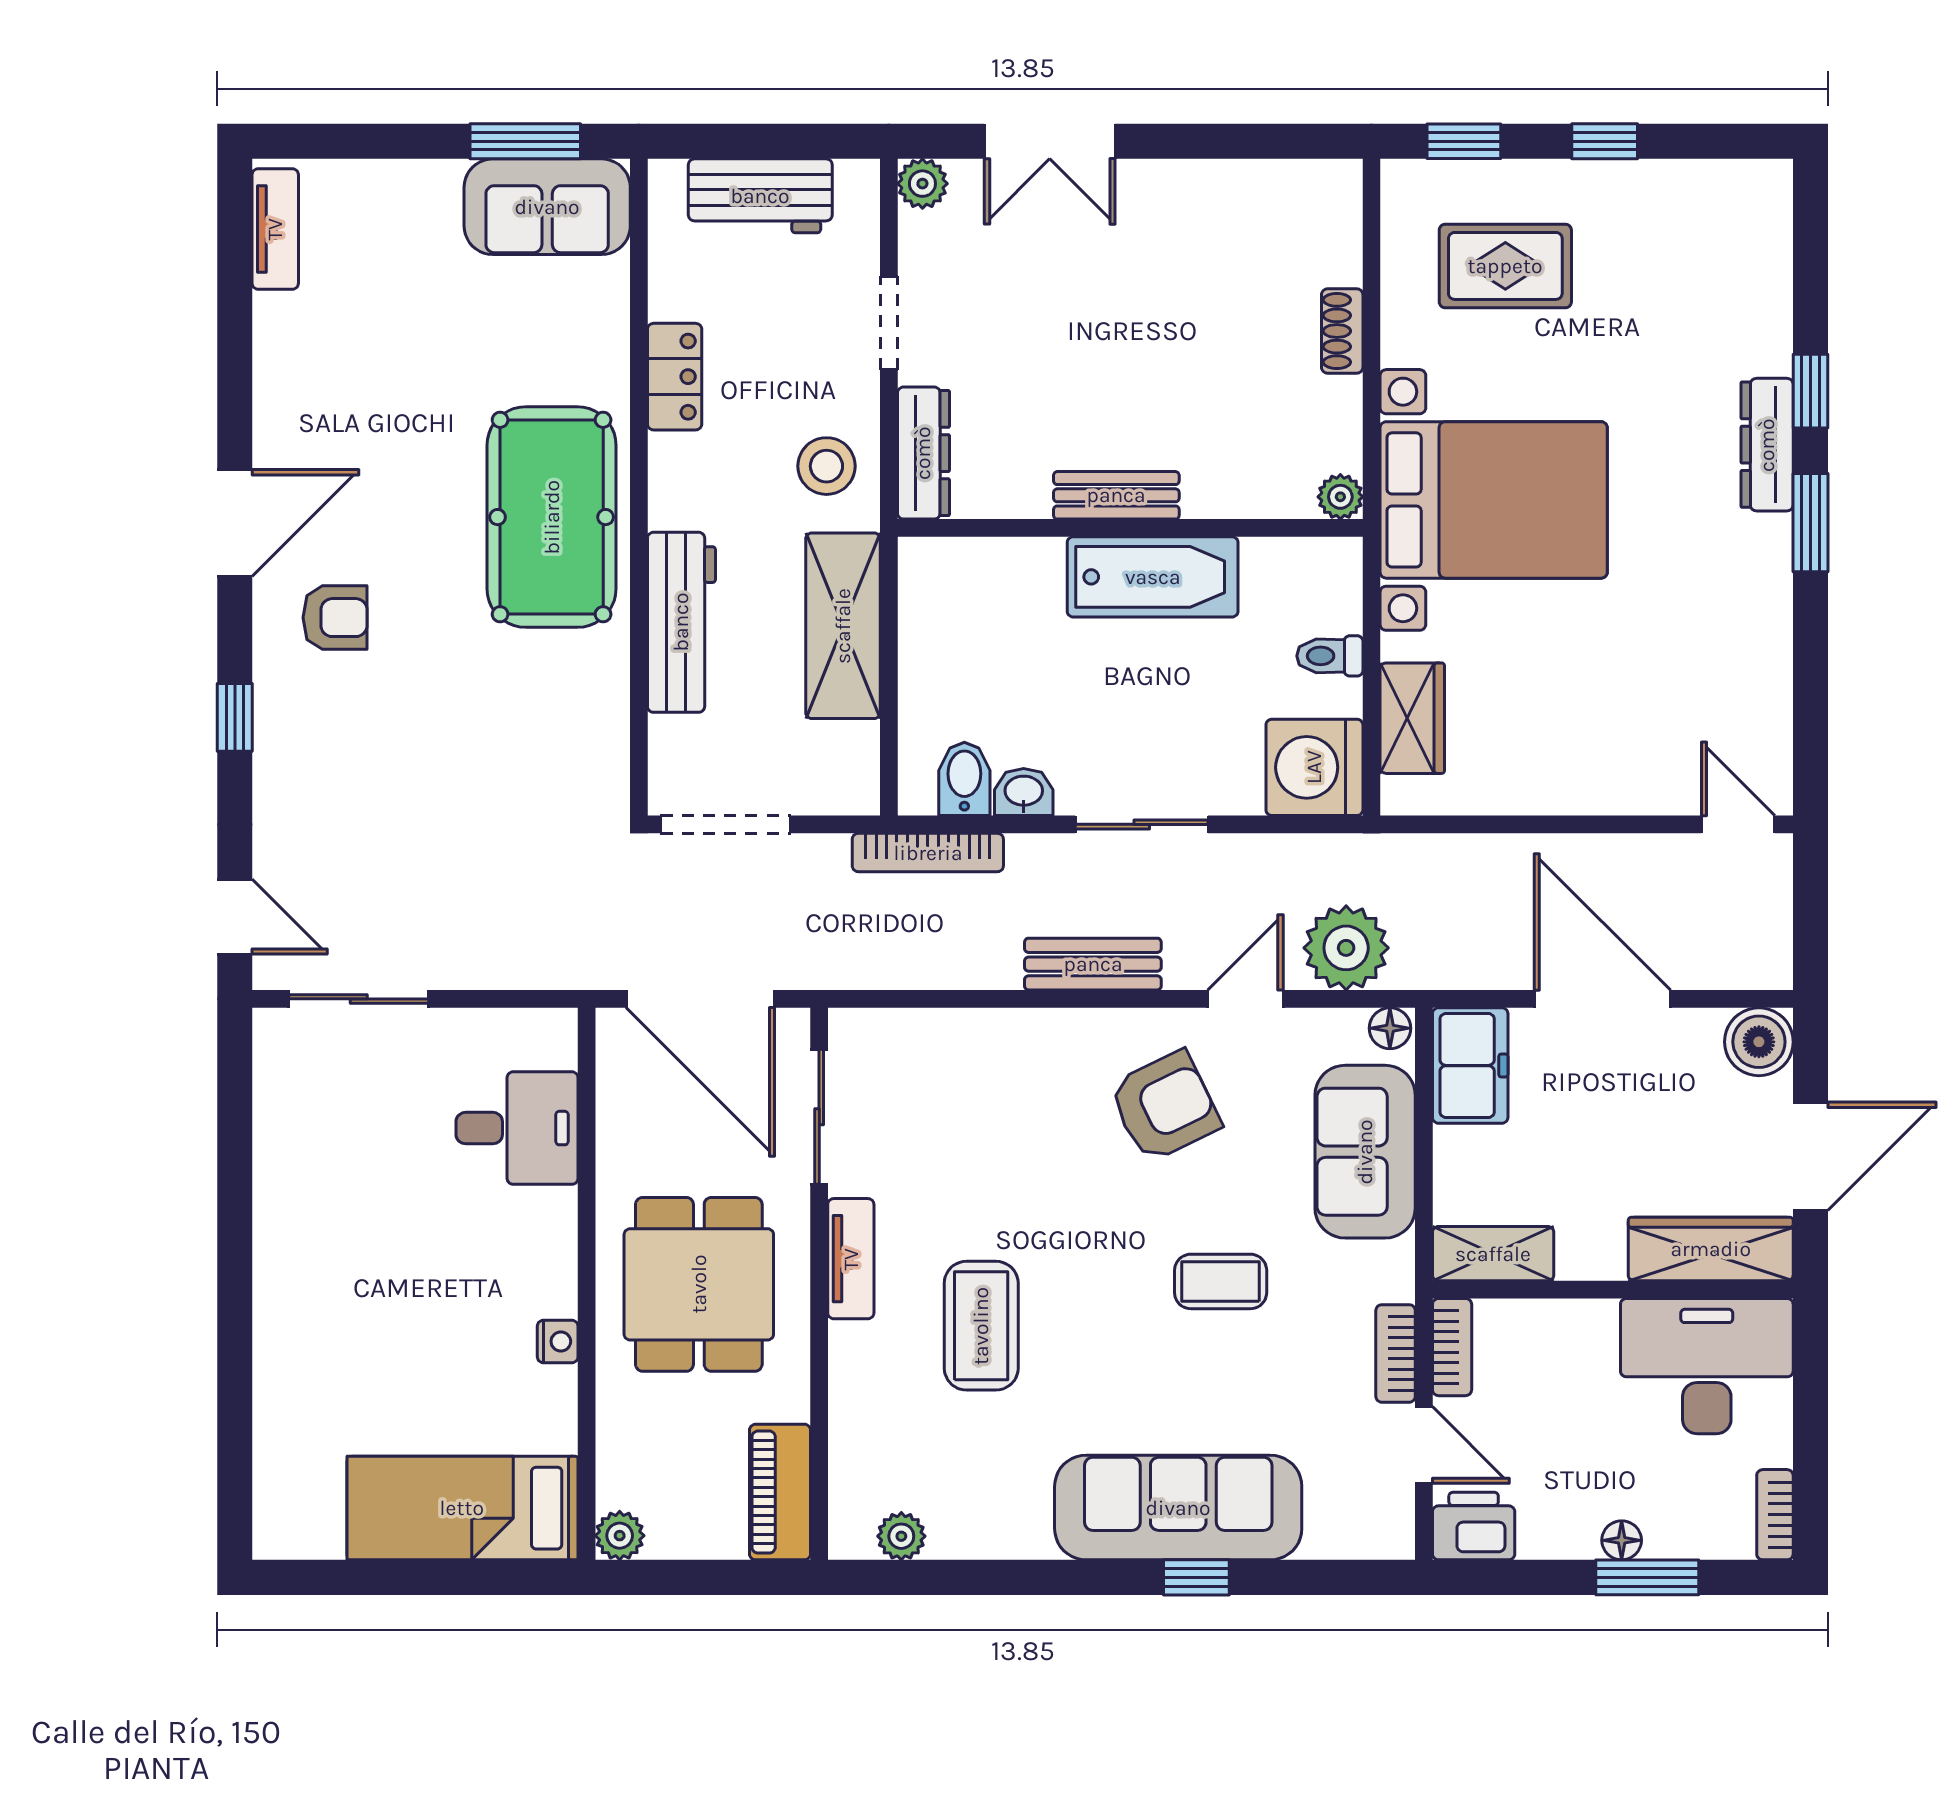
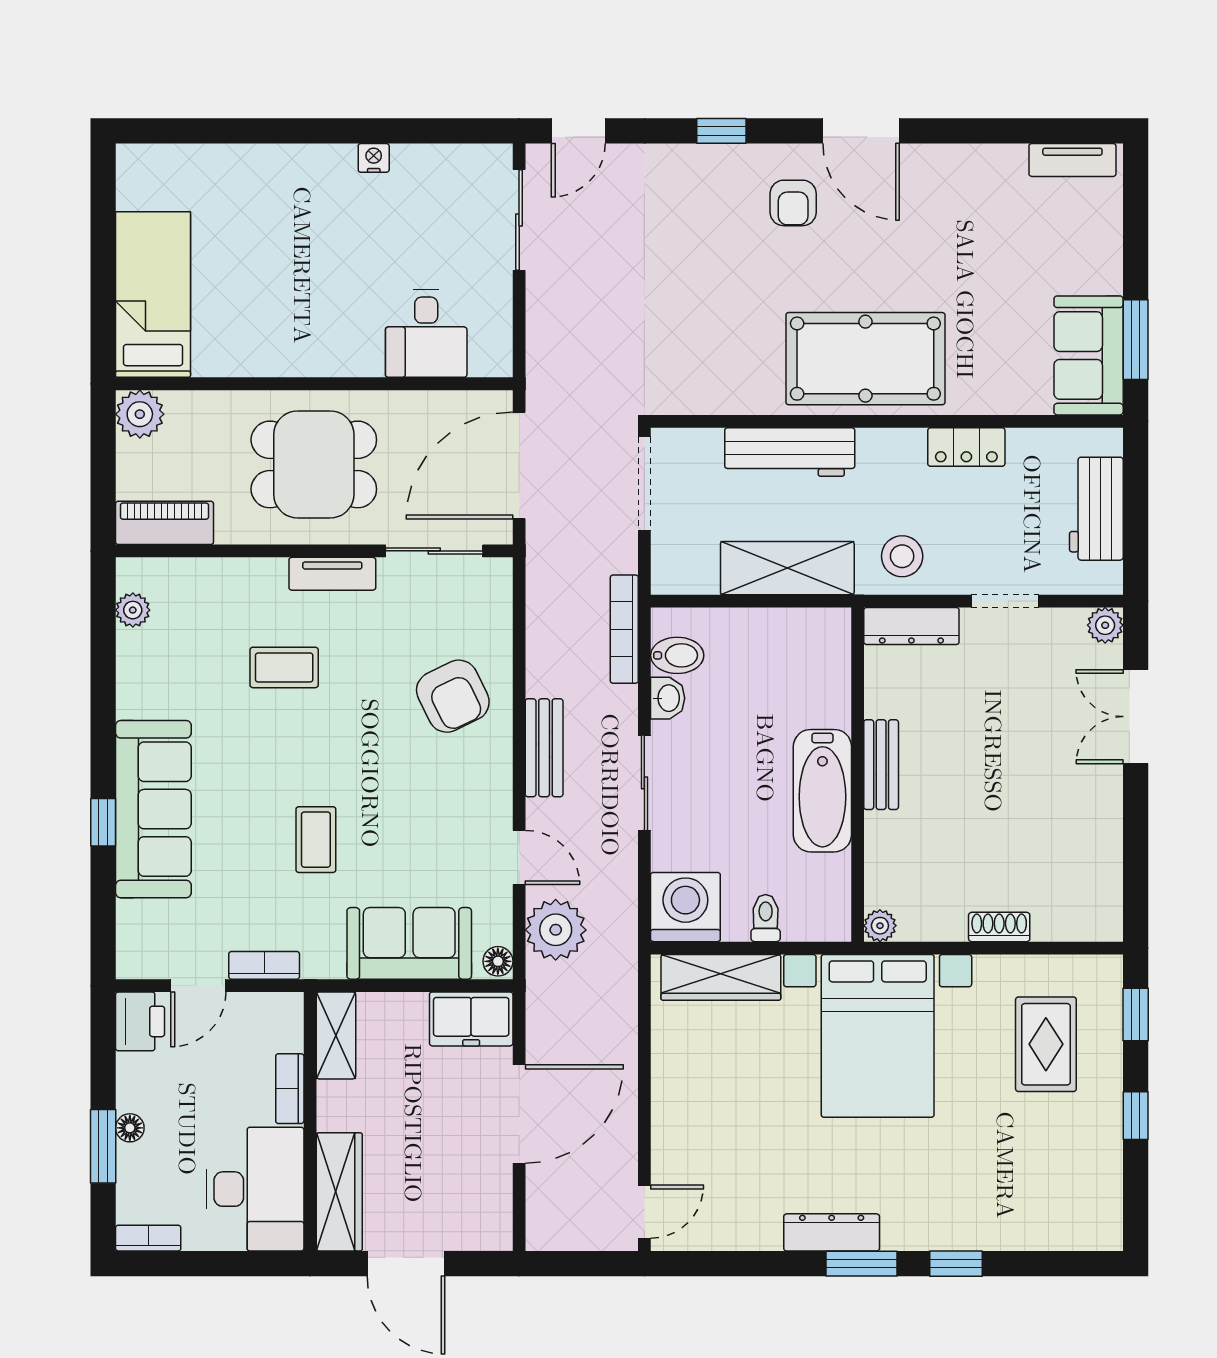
dresser: (1767, 445) -> (832, 1232), moved
wardrobe: (1412, 718) -> (721, 977), width x1.50
boiler: (1759, 1042) -> (488, 1227), removed
armchair: (1165, 1106) -> (453, 696), moved
coffee table: (981, 1326) -> (284, 667), width x0.73, depth x0.77
nightstand: (558, 1341) -> (374, 158), moved, turned 180
bookcase: (1452, 1347) -> (290, 1089), moved, turned 90
plant: (620, 1536) -> (140, 414), width x1.38, depth x1.38

